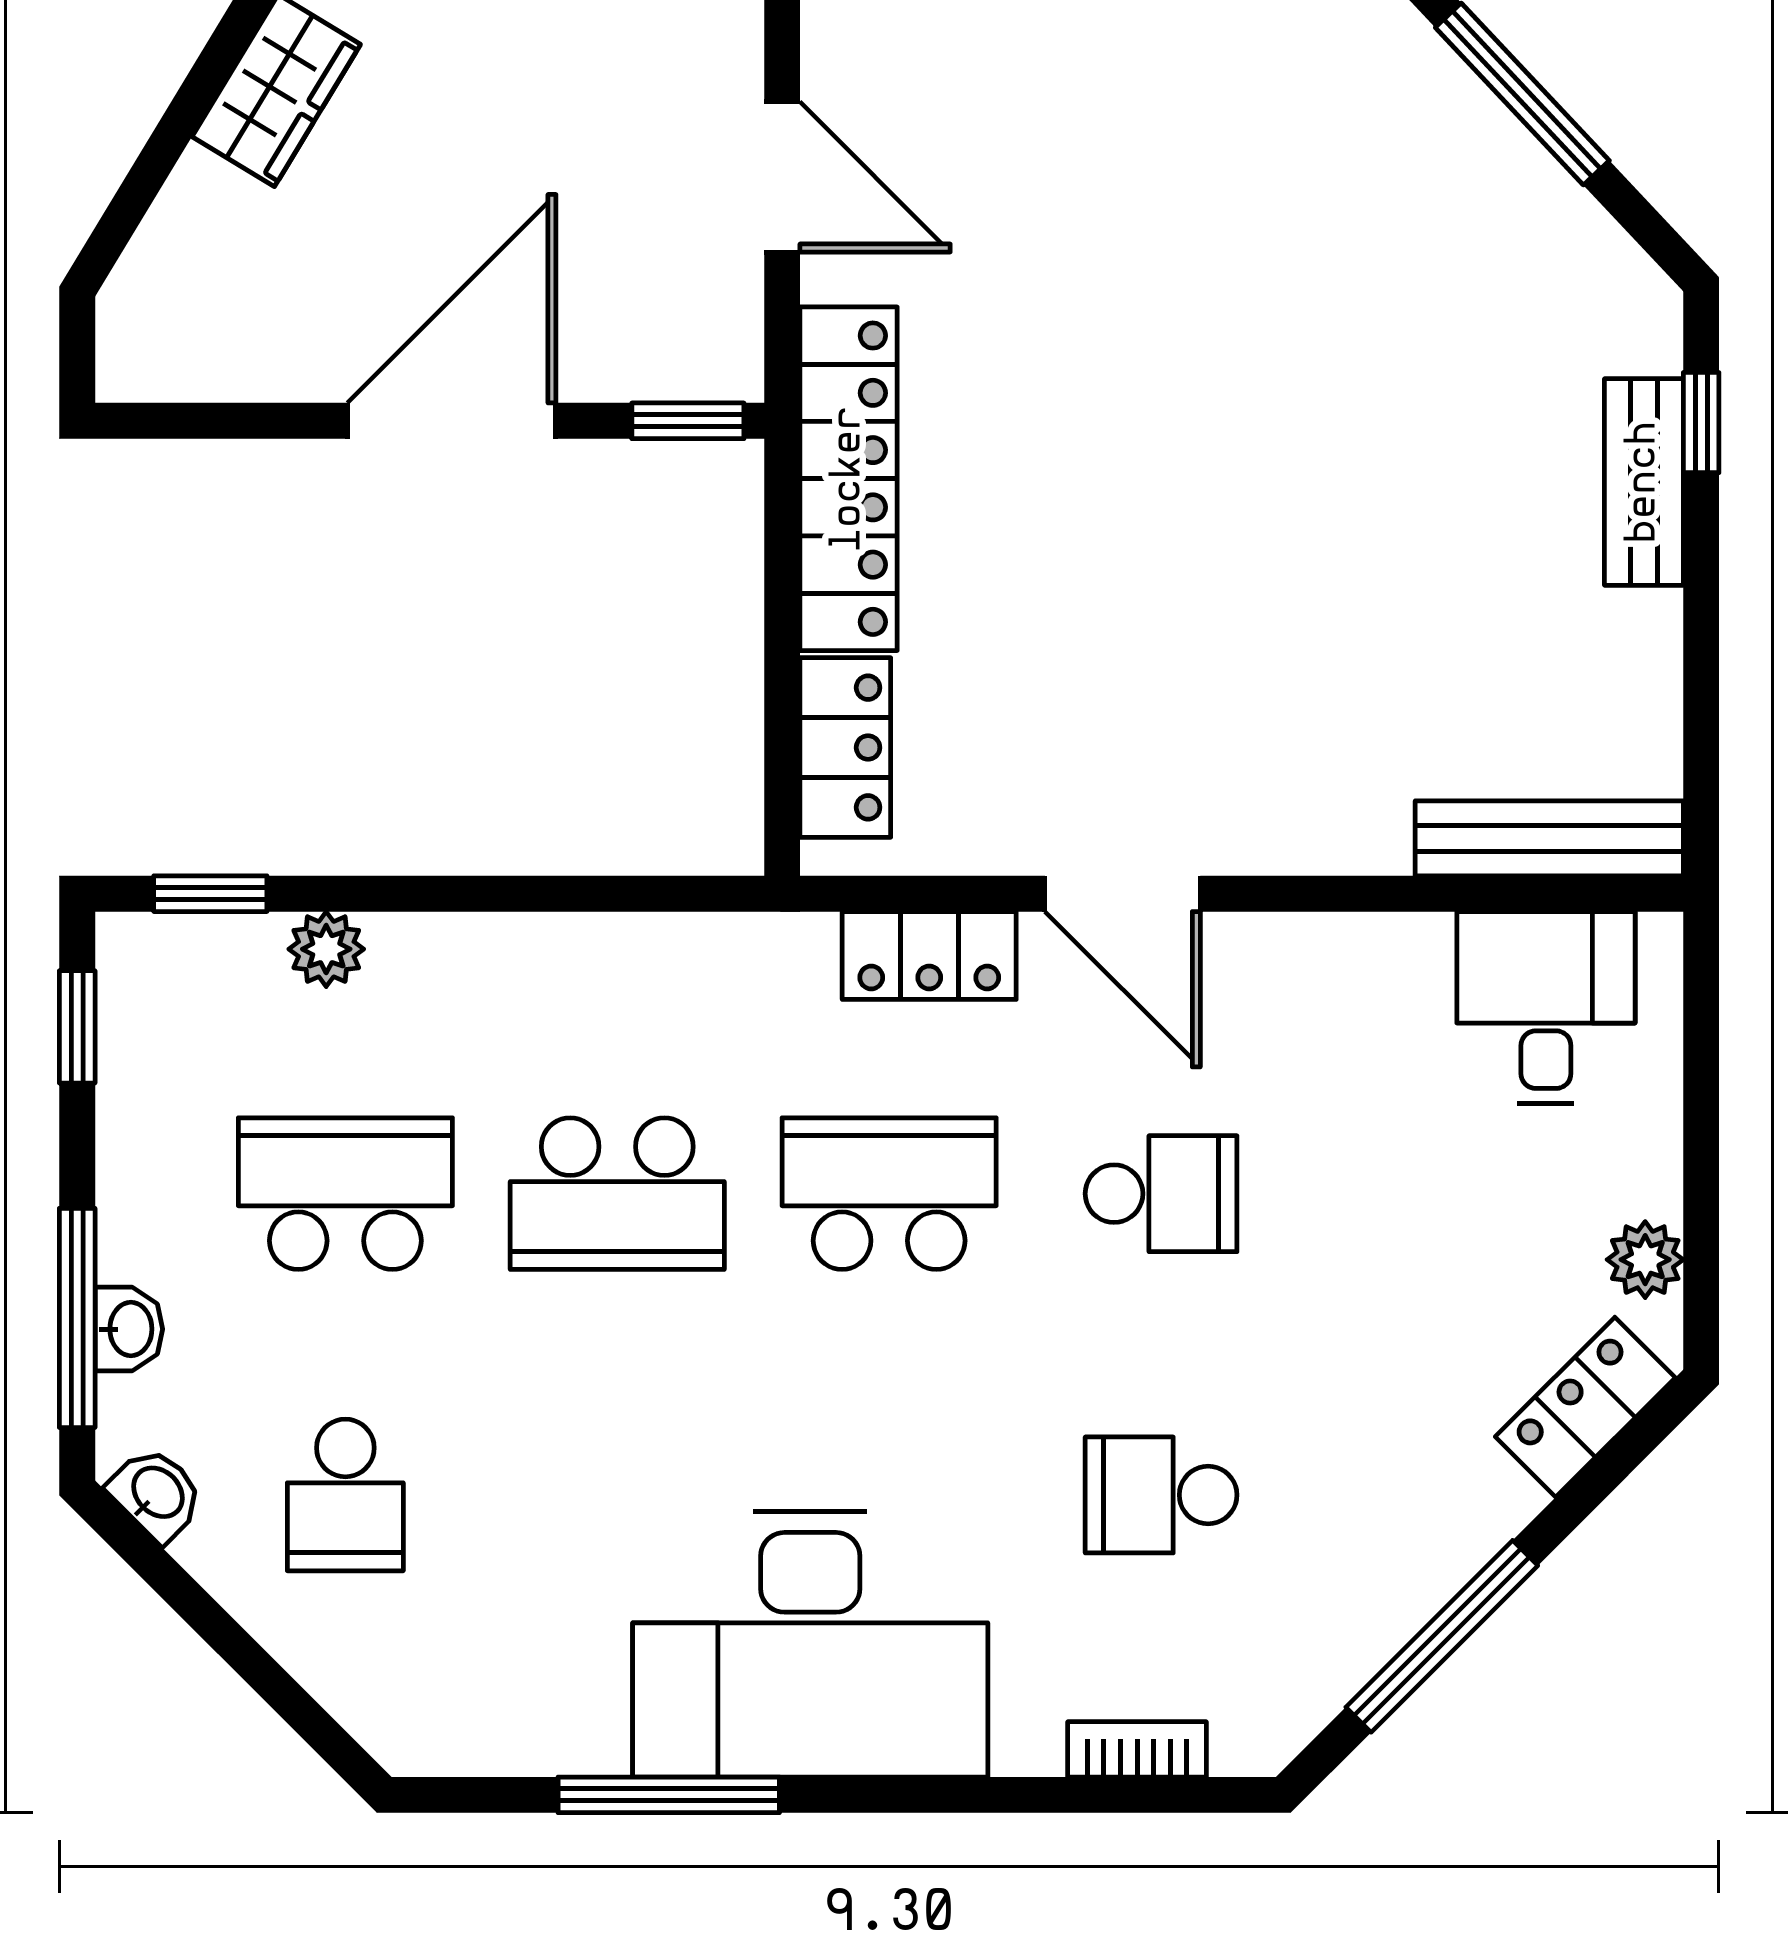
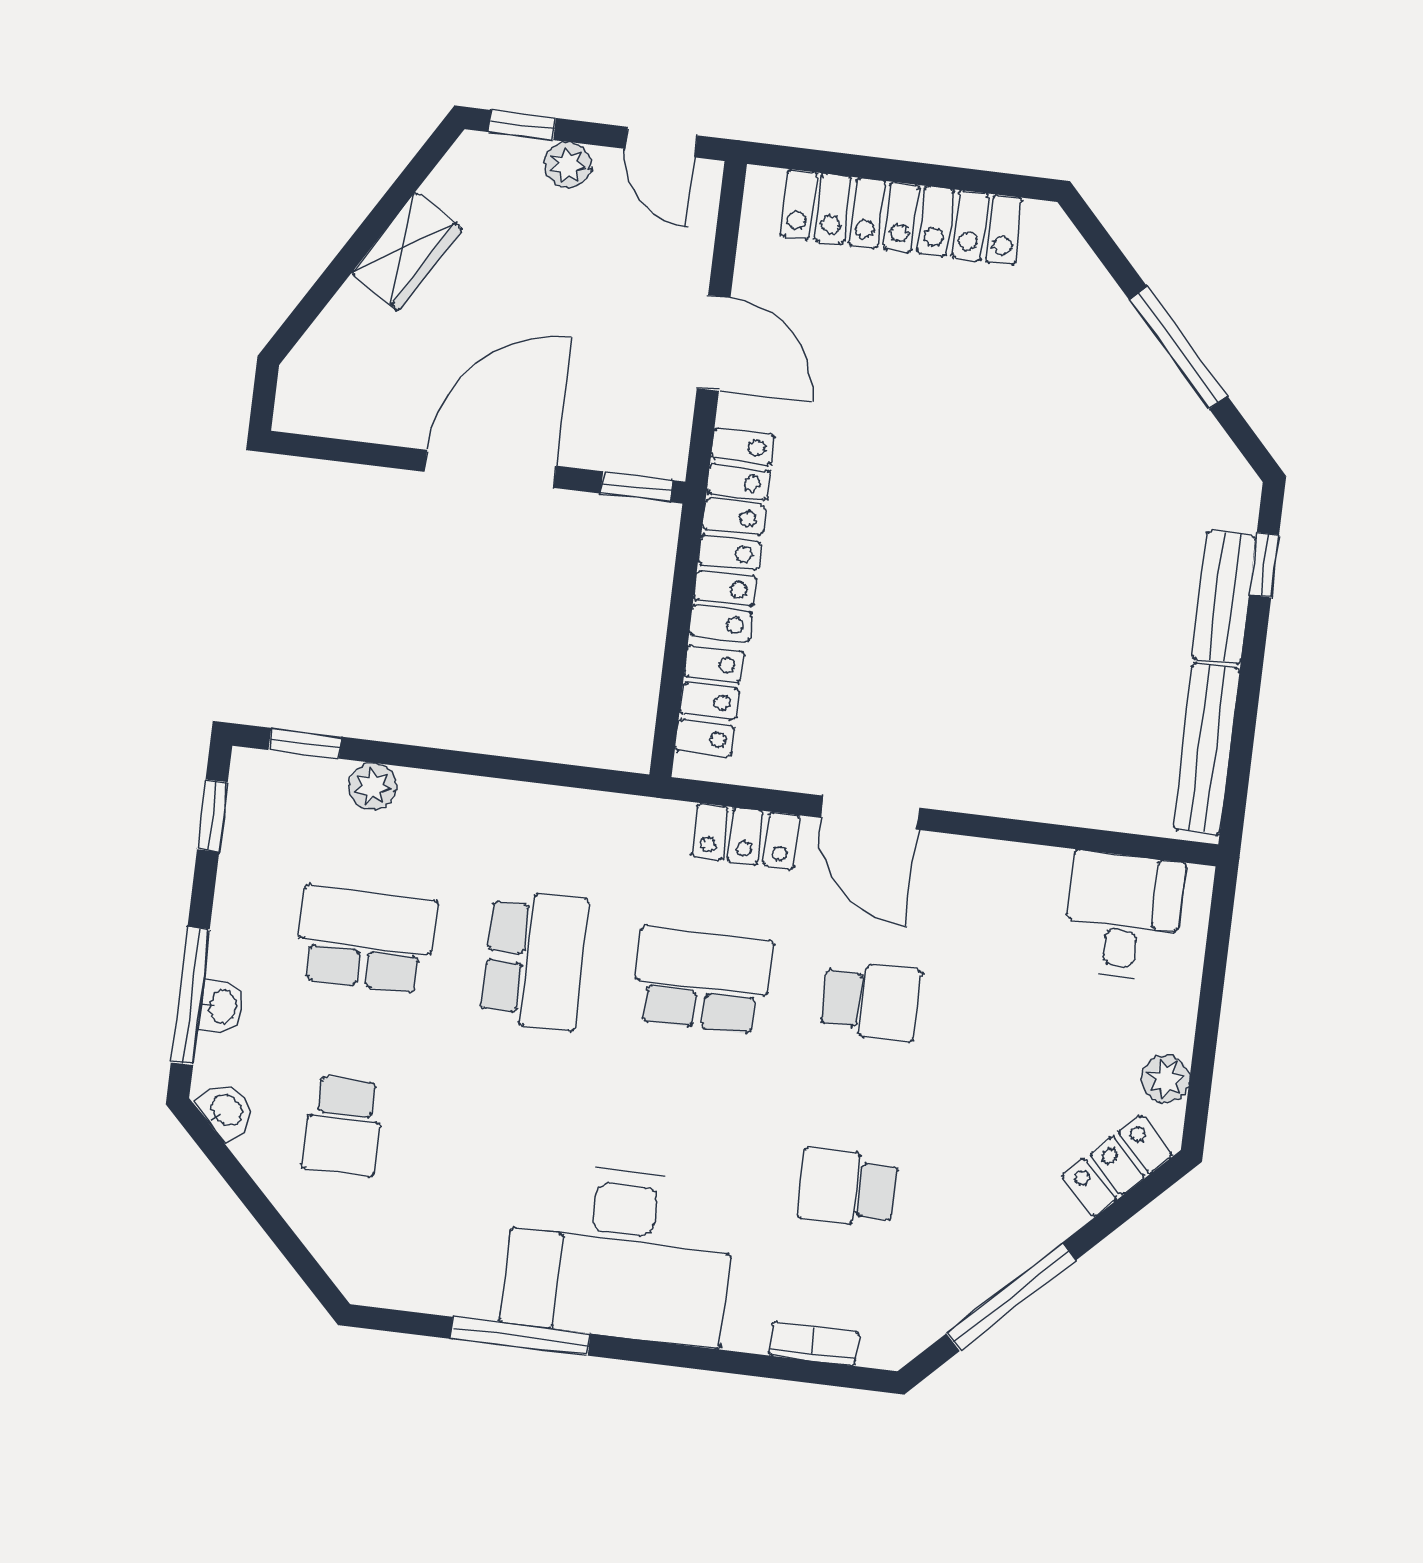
bench: (1549, 838) -> (1207, 749), moved, turned 90
school desk: (617, 1194) -> (534, 960), turned -90

